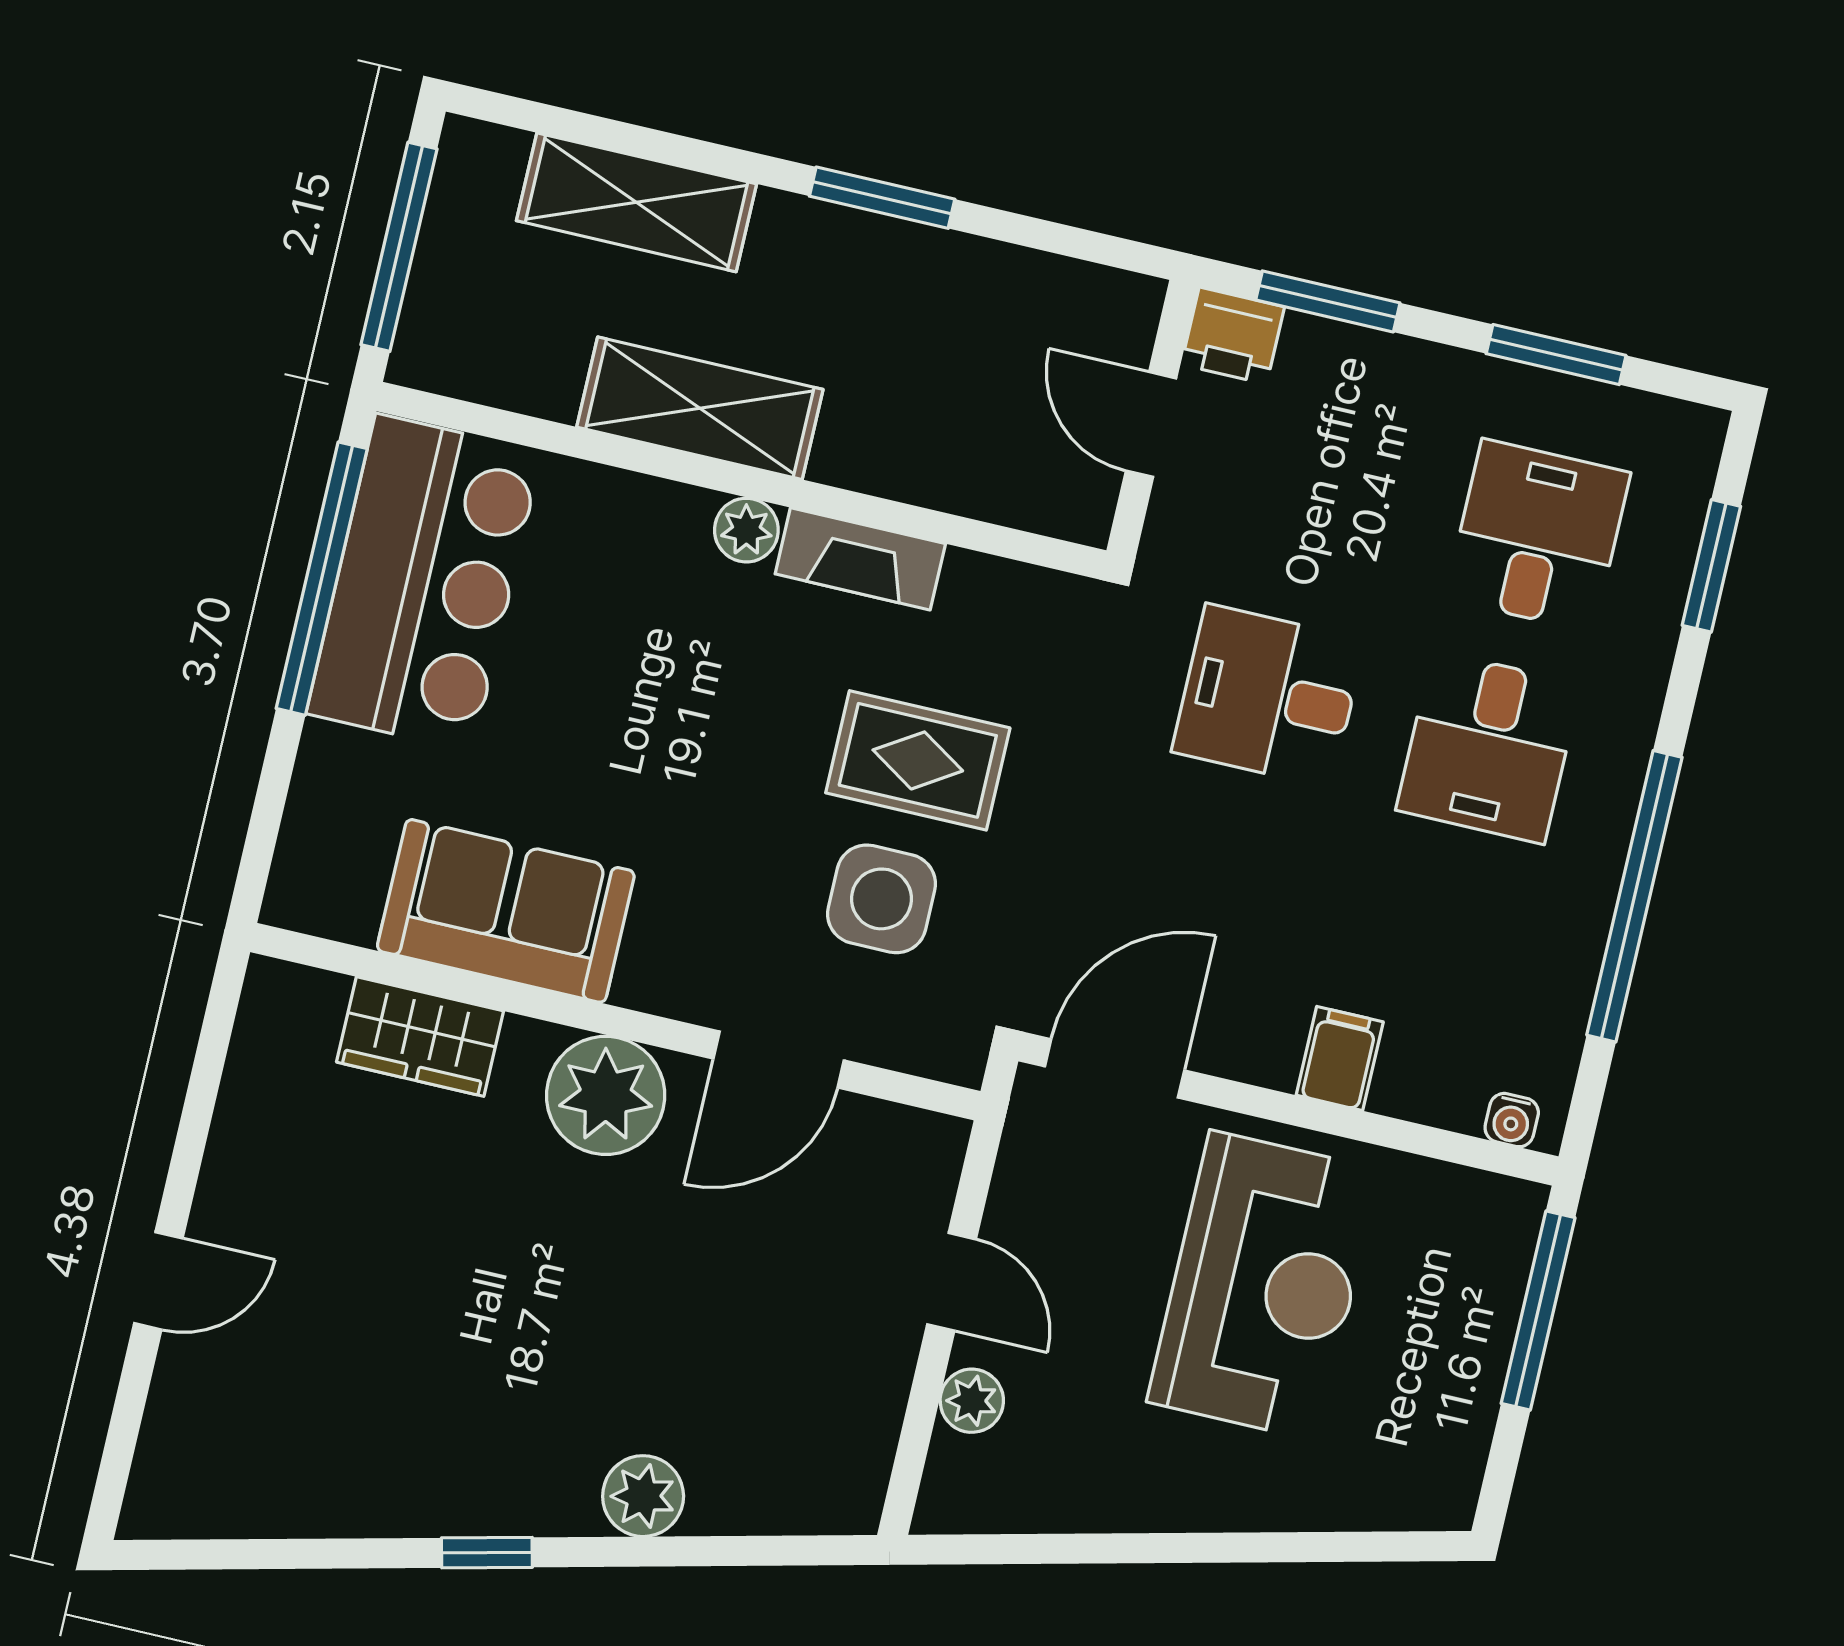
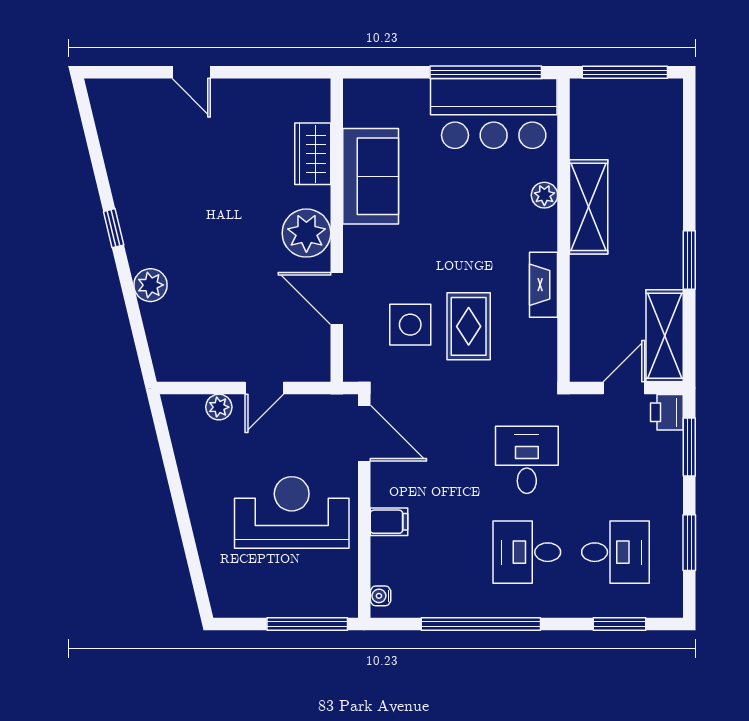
shelving: (637, 202) -> (665, 336), moved
plant: (746, 530) -> (544, 195), moved
reception desk: (1264, 1286) -> (292, 513), turned 180

